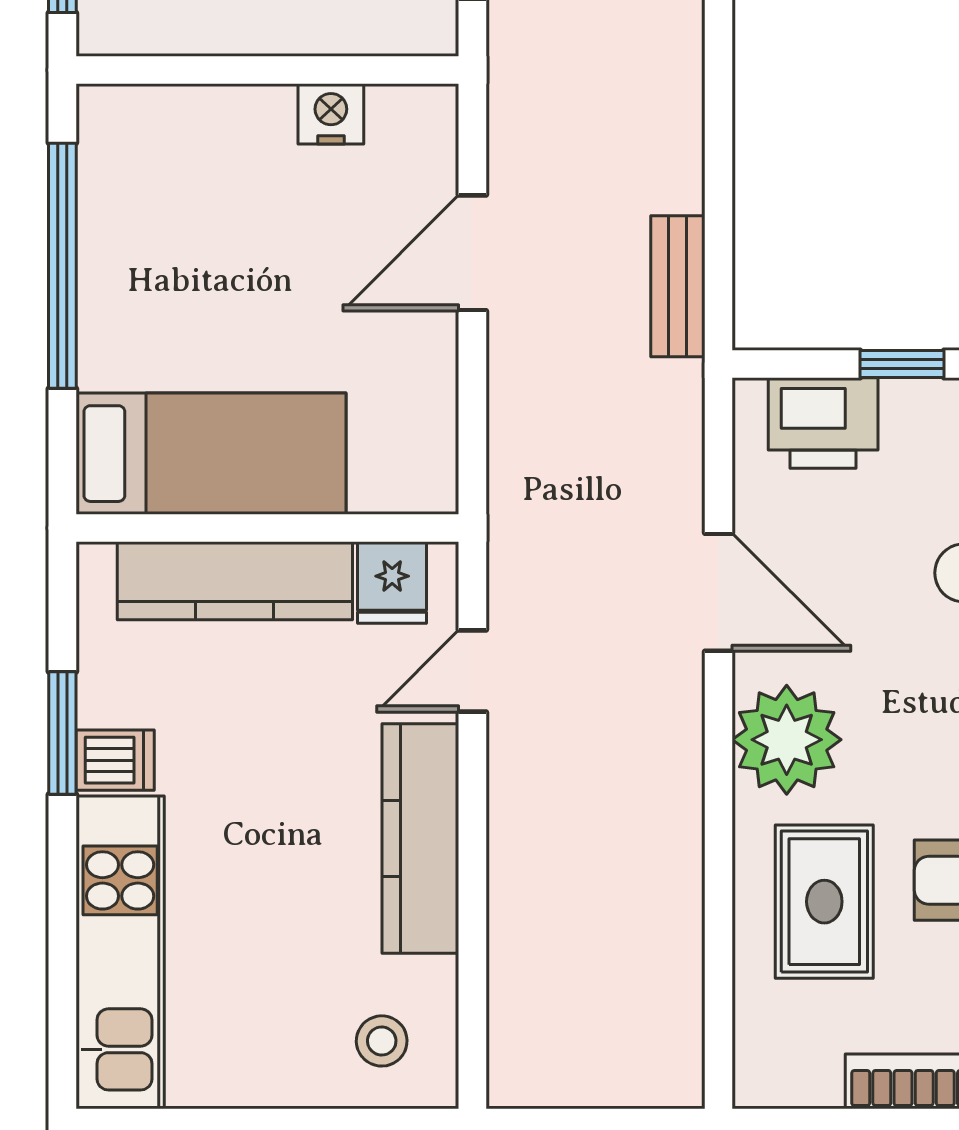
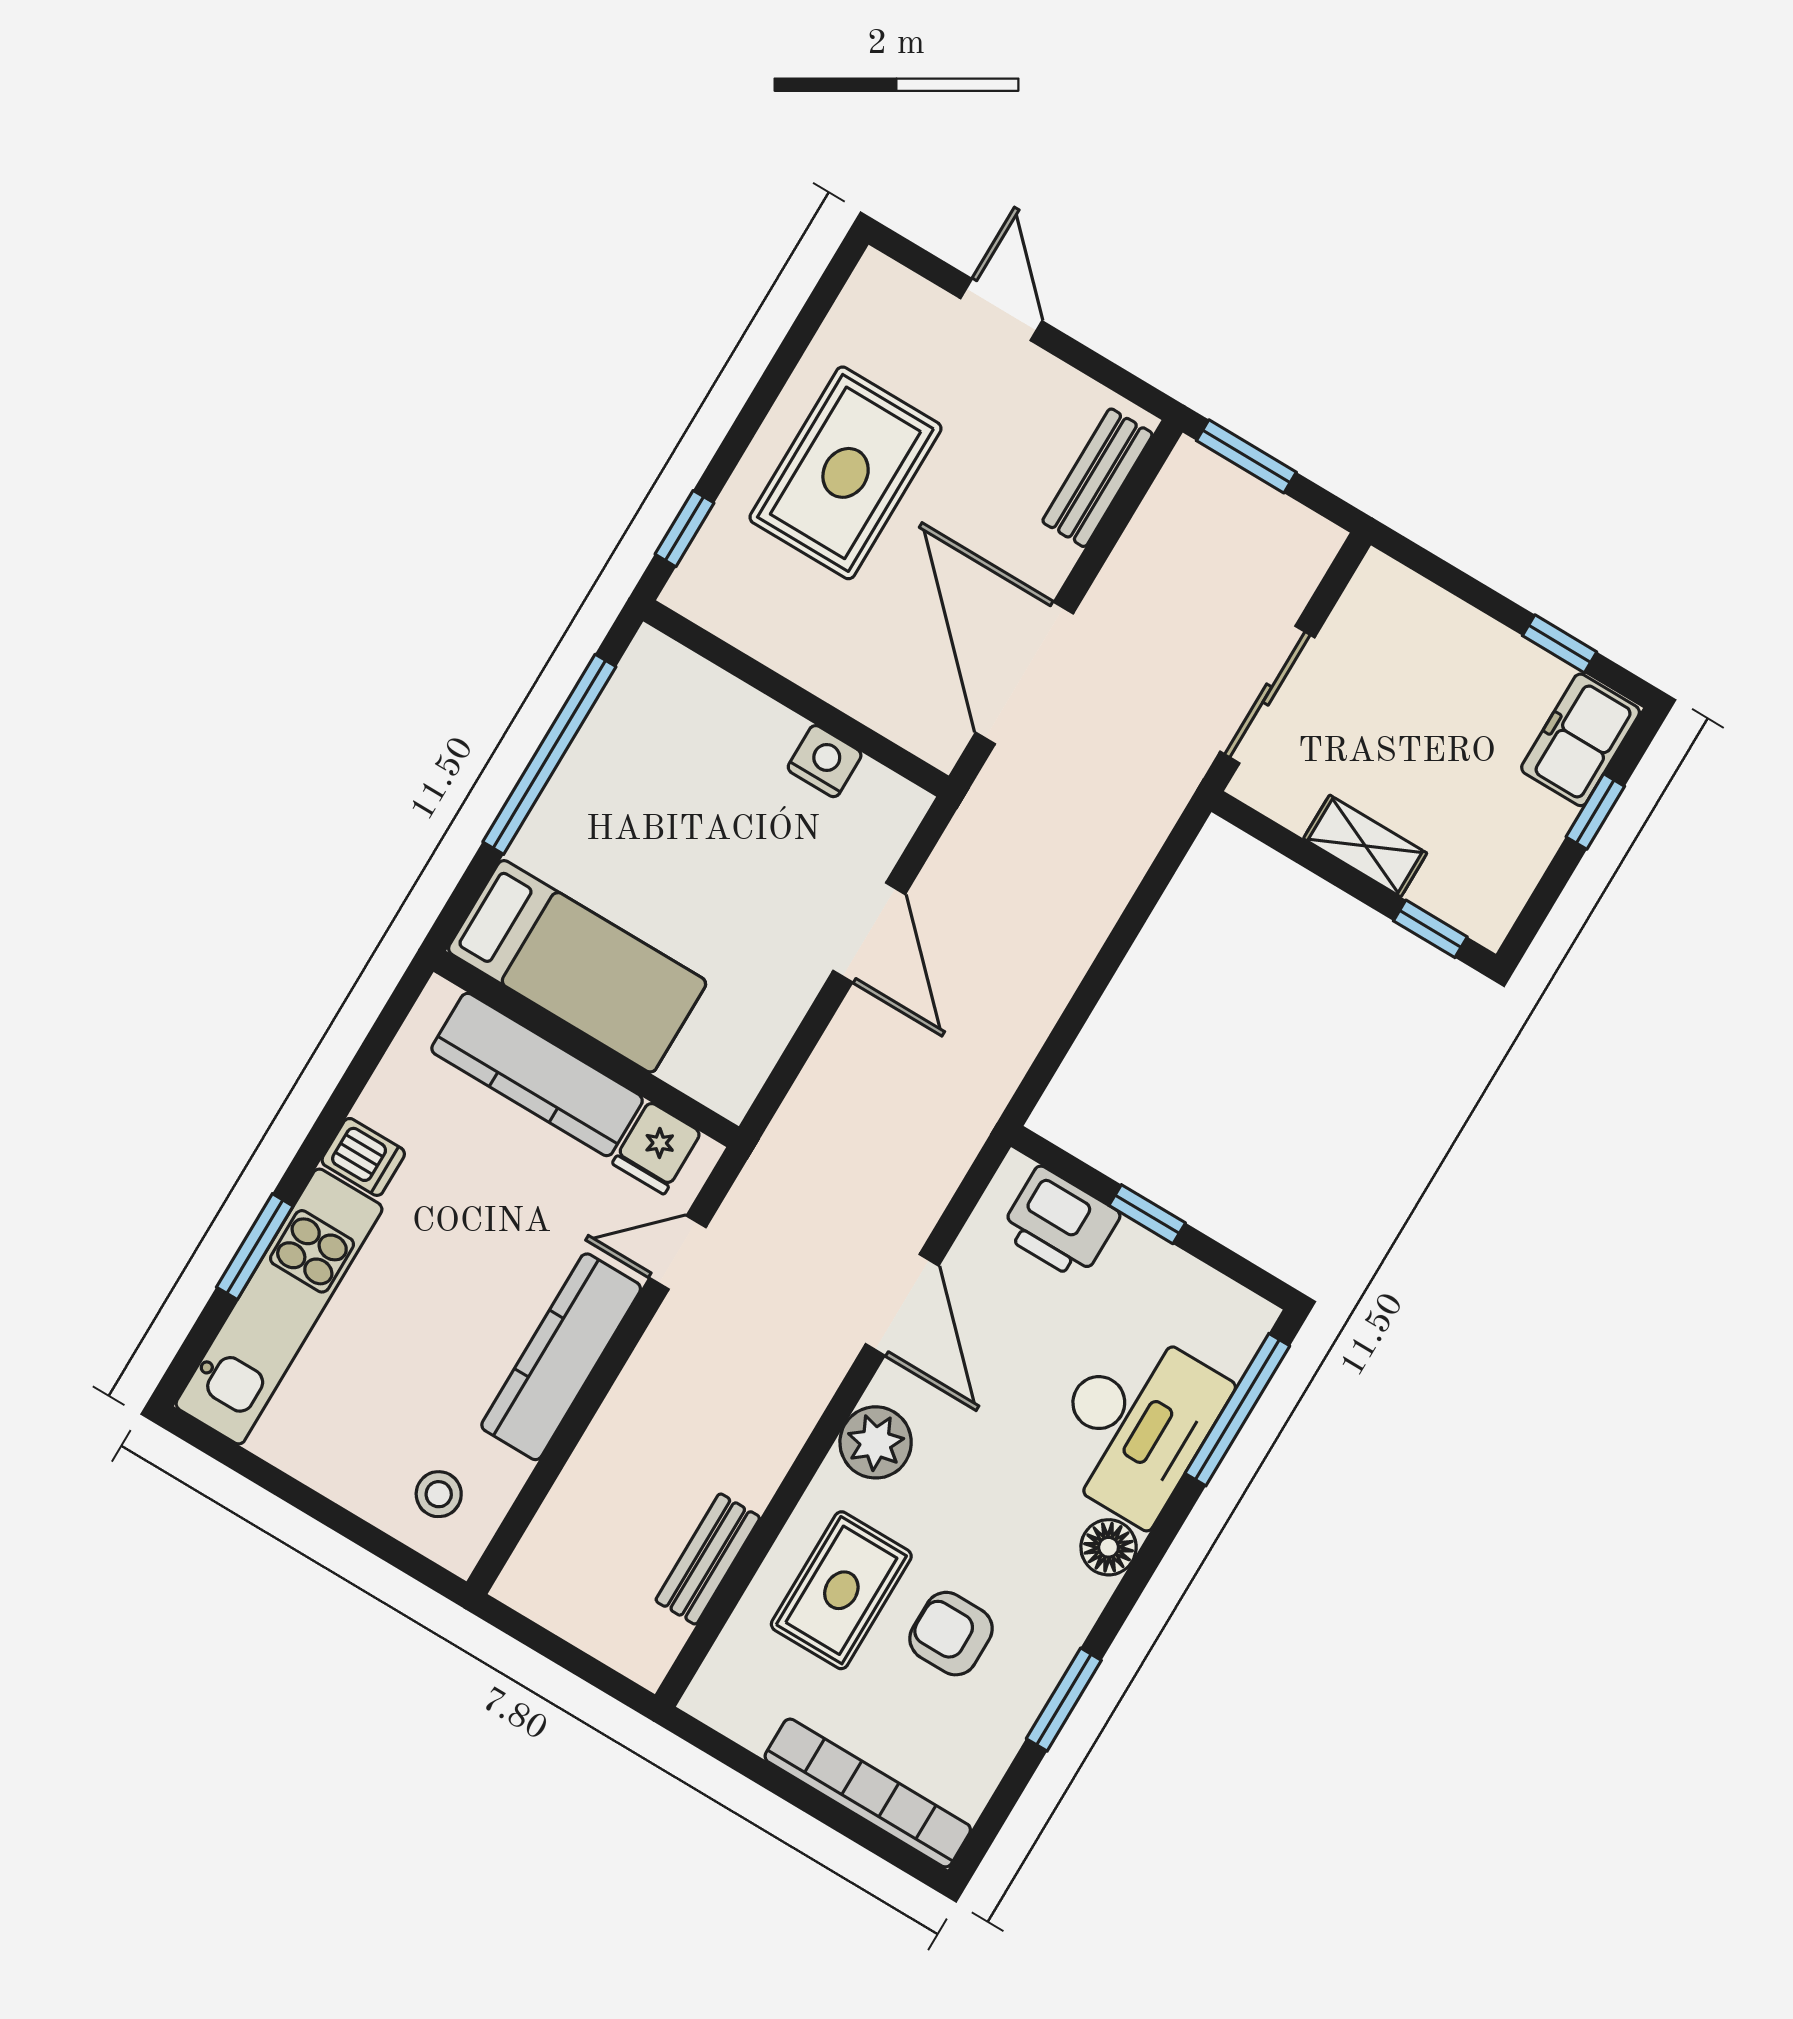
door: (472, 253) -> (869, 932), swing flipped
bench: (678, 286) -> (708, 1559), moved
window: (62, 733) -> (255, 1247), moved
plant: (787, 740) -> (876, 1442), width x0.73, depth x0.73

